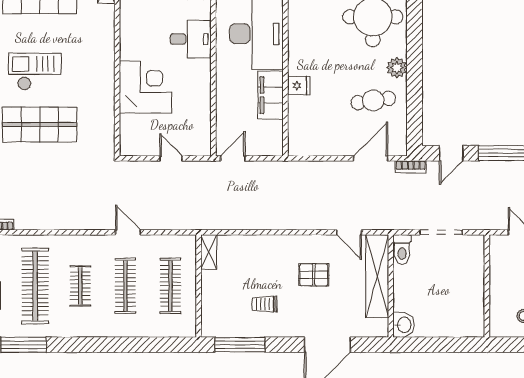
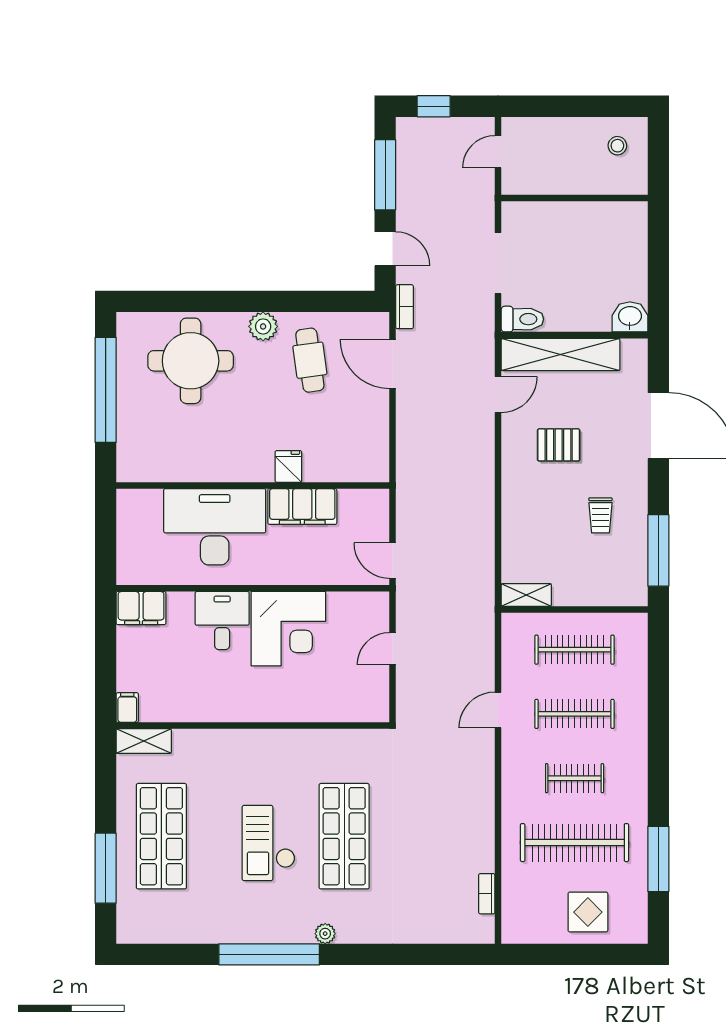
corner desk: (146, 87) -> (288, 629), moved, turned 180
pallet: (314, 275) -> (559, 445), turned 90

